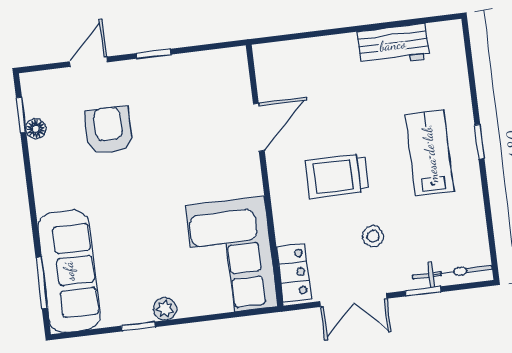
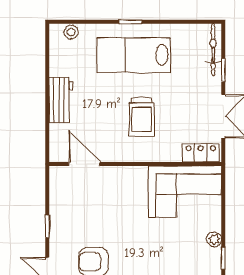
workbench: (393, 45) -> (61, 100), moved
door: (259, 127) -> (84, 164), moved
lab bench: (430, 153) -> (134, 55), width x1.36, depth x1.39
stool: (373, 236) -> (71, 32), moved

